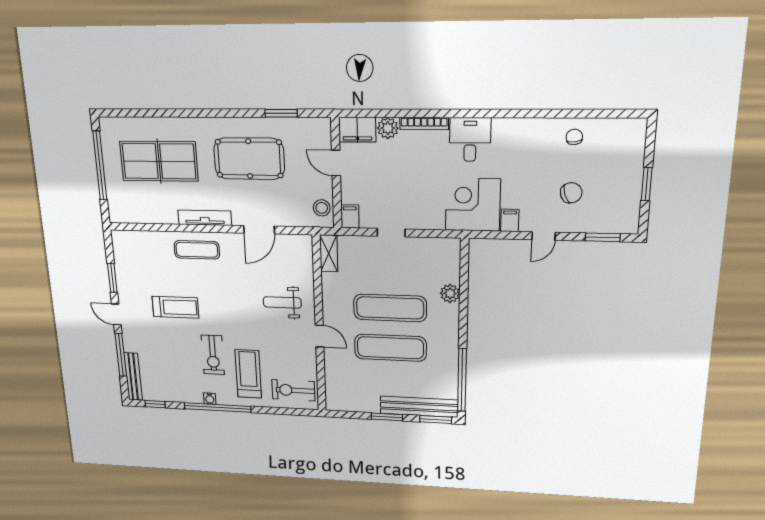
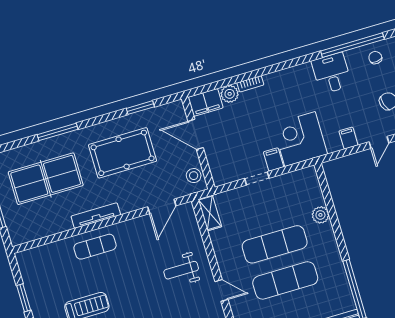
window: (182, 113) -> (58, 132), added
window: (552, 114) -> (352, 45), added
bookcase: (424, 124) -> (250, 84), width x0.64
desk: (470, 140) -> (332, 73), moved
door: (336, 163) -> (196, 134), width x1.38
corner desk: (473, 205) -> (300, 139), moved
filing cabinet: (350, 217) -> (273, 159), moved
door: (259, 230) -> (162, 206), moved

